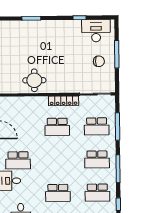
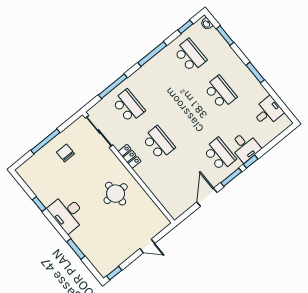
desk: (96, 31) -> (67, 213), moved
round table: (34, 80) -> (116, 194), moved
locker: (64, 101) -> (129, 156), width x0.66
school desk: (97, 159) -> (159, 81), removed

